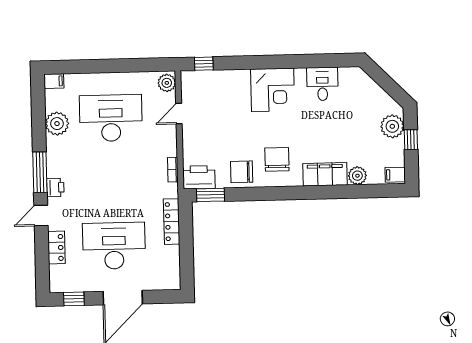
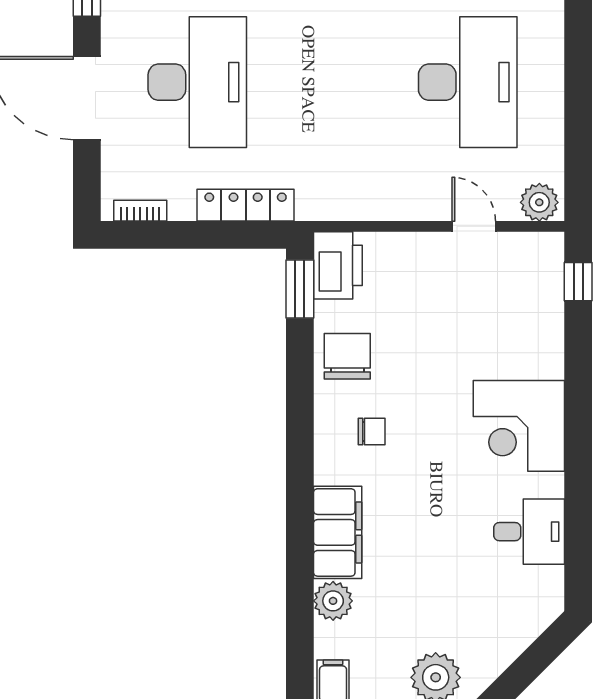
chair: (277, 159) -> (372, 431), width x0.54, depth x0.54
bookcase: (173, 170) -> (140, 211), moved

